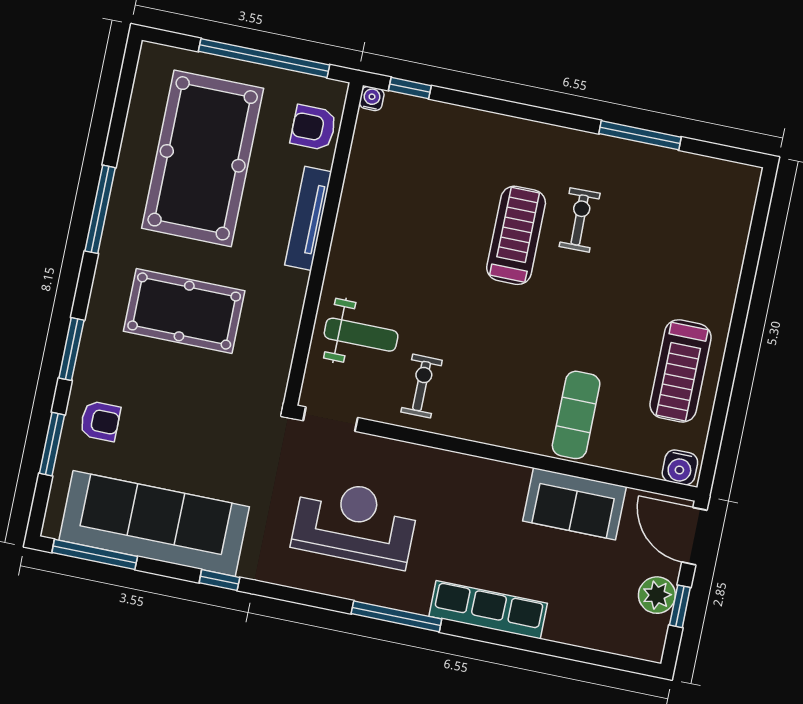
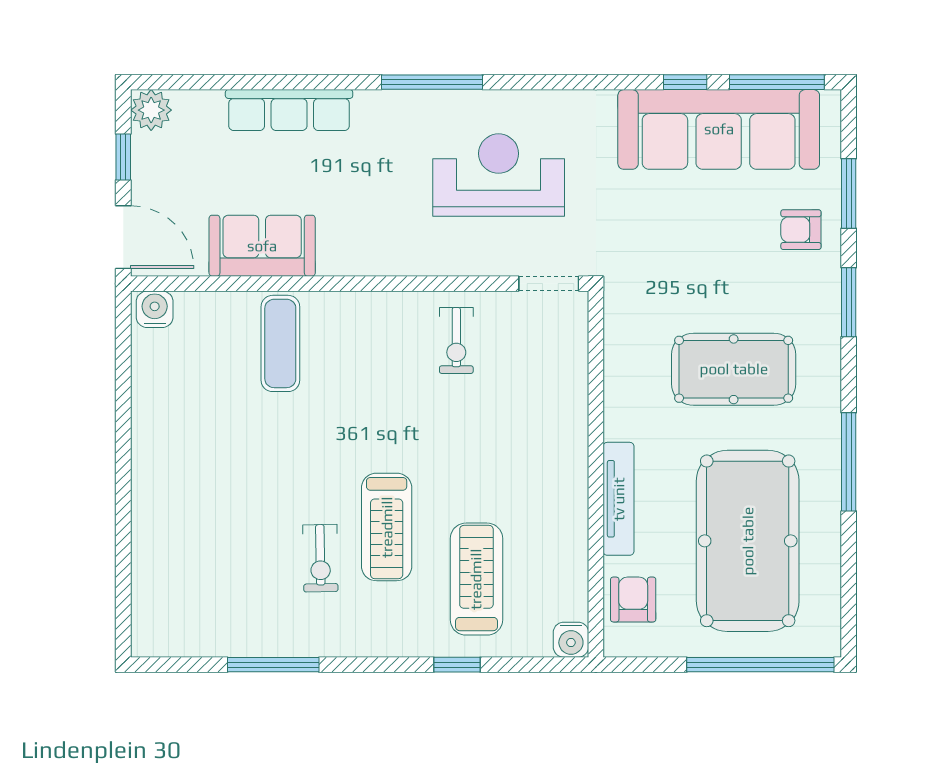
window: (264, 58) -> (760, 665), moved
window: (410, 88) -> (457, 665), moved
water cooler: (372, 98) -> (571, 640), width x1.38, depth x1.38
armchair: (313, 128) -> (633, 600), turned -90
weight bench: (361, 335) -> (534, 383), removed
treadmill: (680, 371) -> (476, 579), moved
reception desk: (355, 523) -> (499, 175), turned 180
window: (219, 580) -> (685, 82), moved
plant: (657, 595) -> (151, 110), moved
row of seats: (488, 610) -> (289, 110), moved

